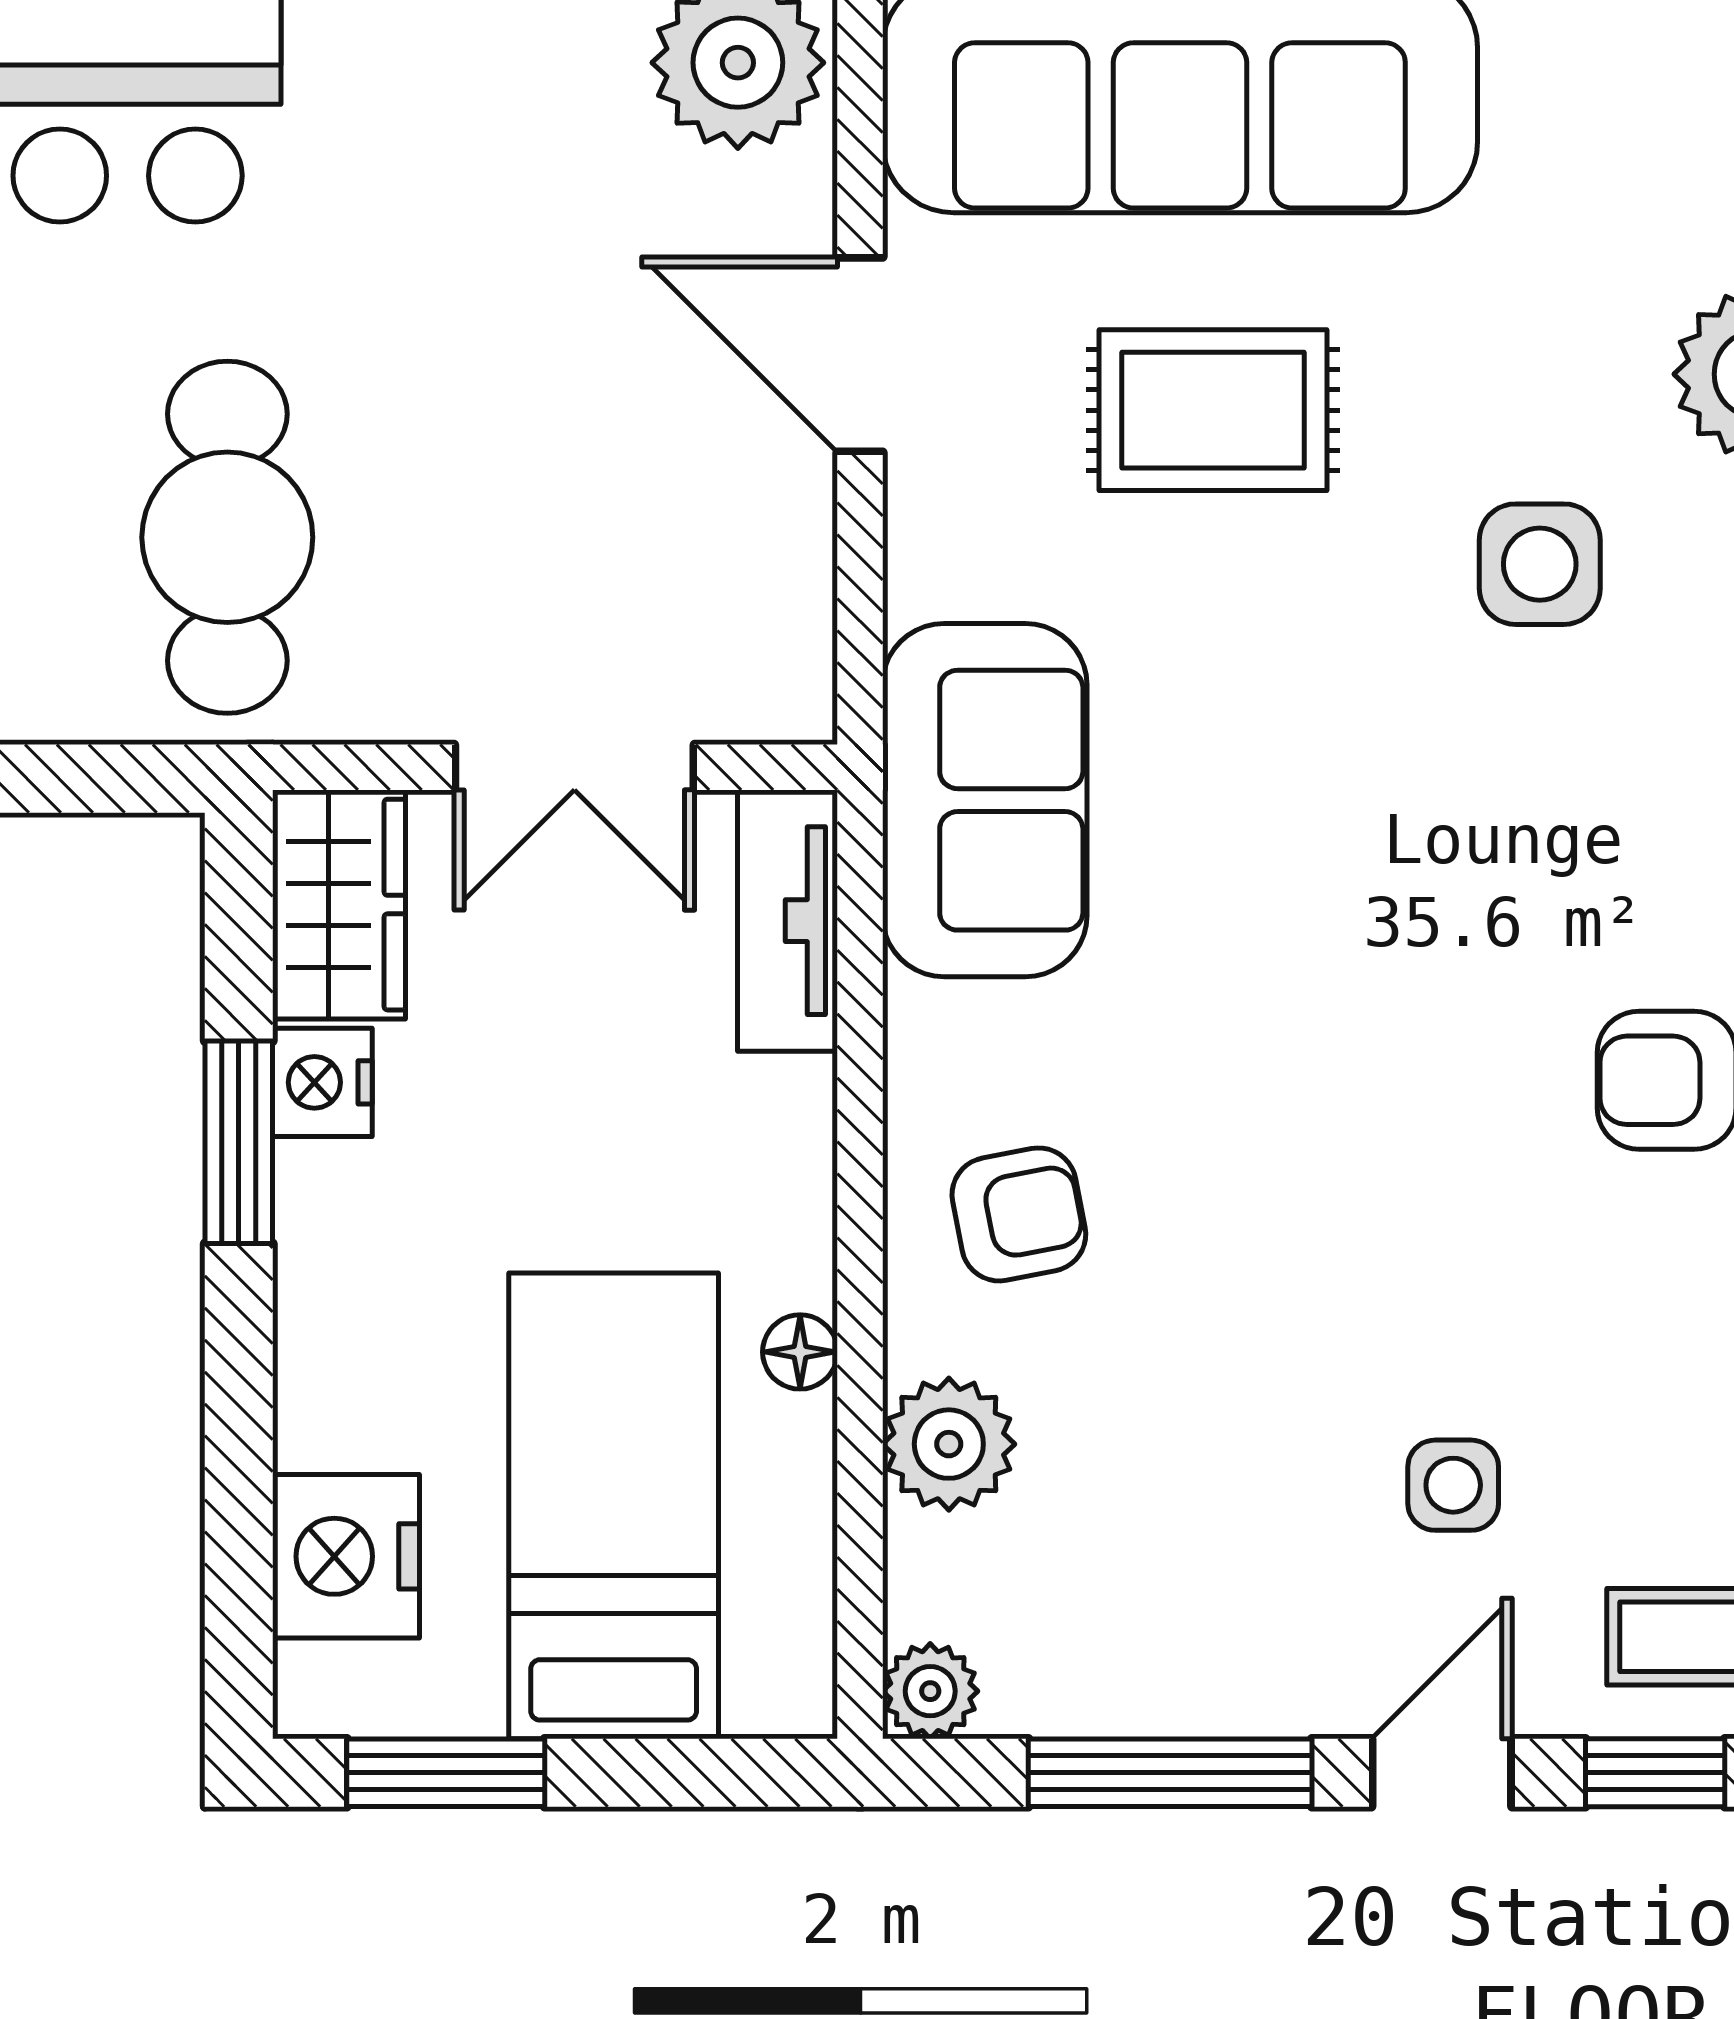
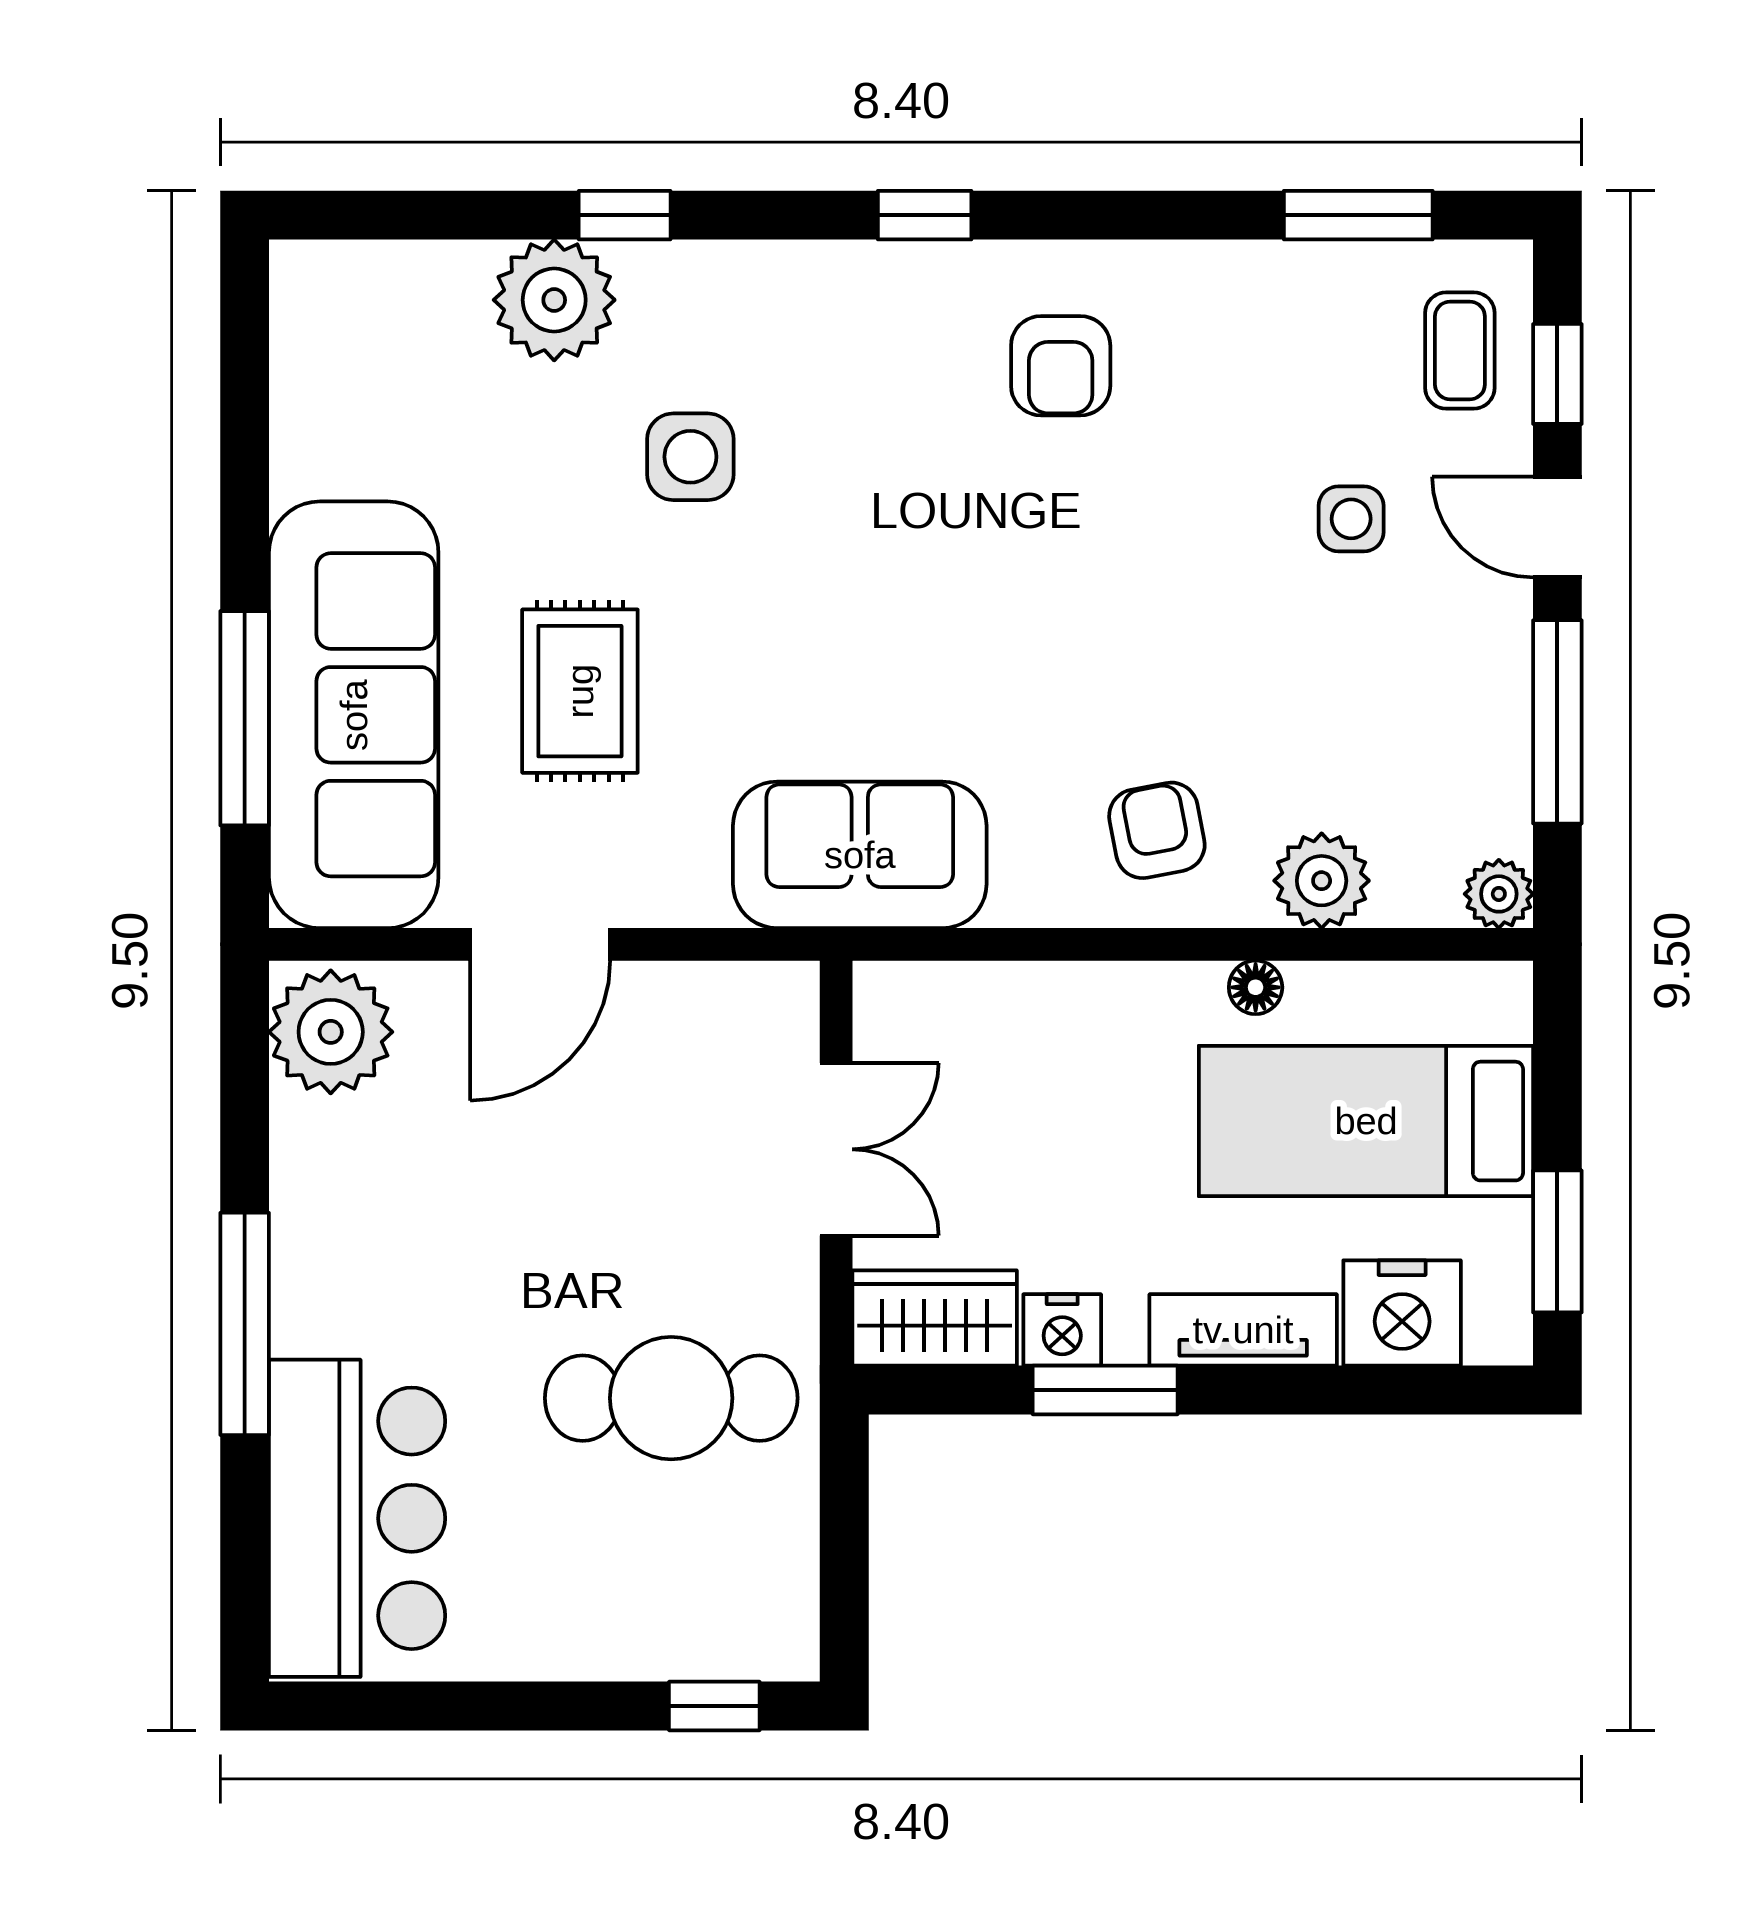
tv unit: (787, 921) -> (1243, 1330), moved, turned 180

